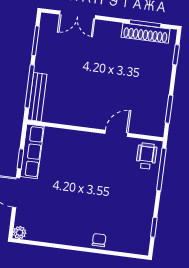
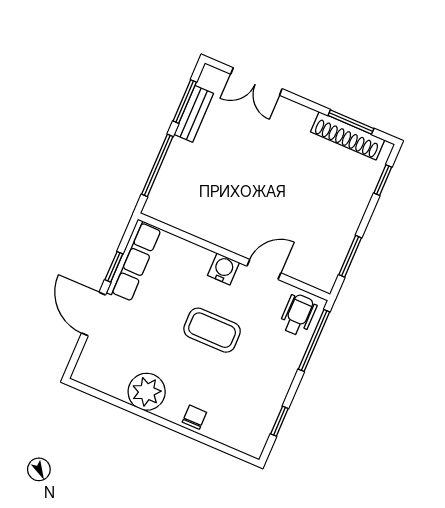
bench: (37, 97) -> (194, 114), moved, width x0.73
water cooler: (91, 140) -> (223, 269), added
coffee table: (94, 181) -> (212, 330), added
plant: (20, 233) -> (147, 392), moved, width x1.88, depth x1.88

